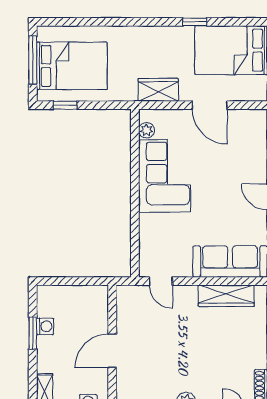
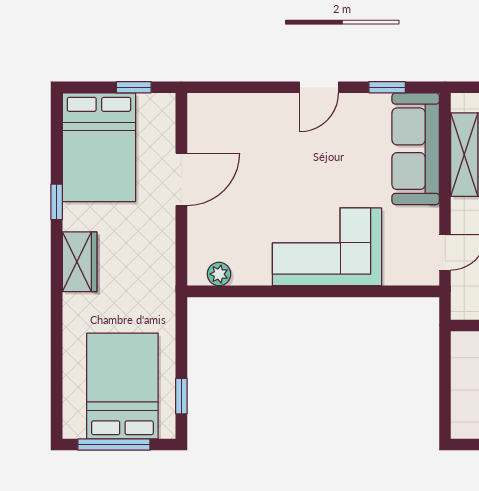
wardrobe: (158, 90) -> (80, 262), moved, turned 180
corner sofa: (165, 176) -> (327, 247), moved

